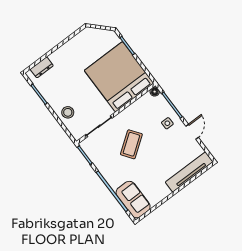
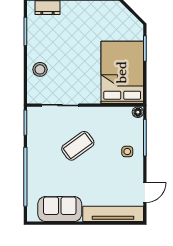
bed: (119, 77) -> (122, 72), width x0.73
door: (192, 132) -> (145, 192), moved
sofa: (133, 200) -> (60, 209), moved, turned -90

